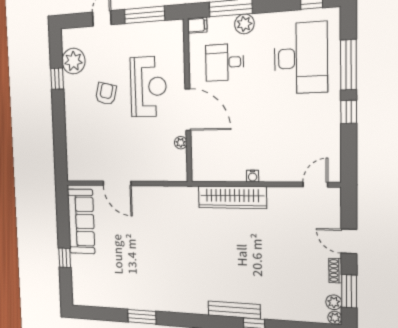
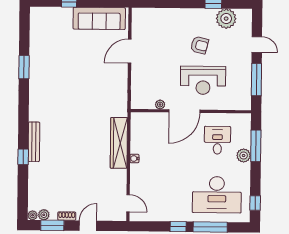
filing cabinet: (197, 25) -> (246, 120), removed

